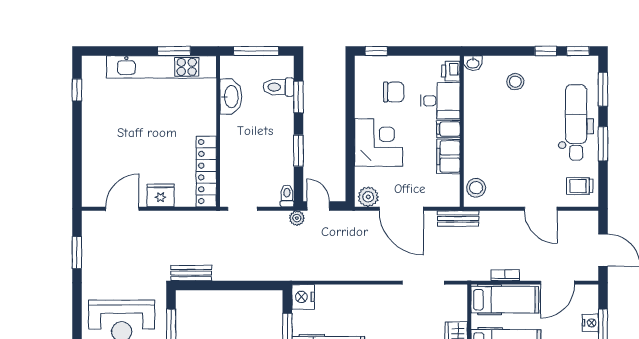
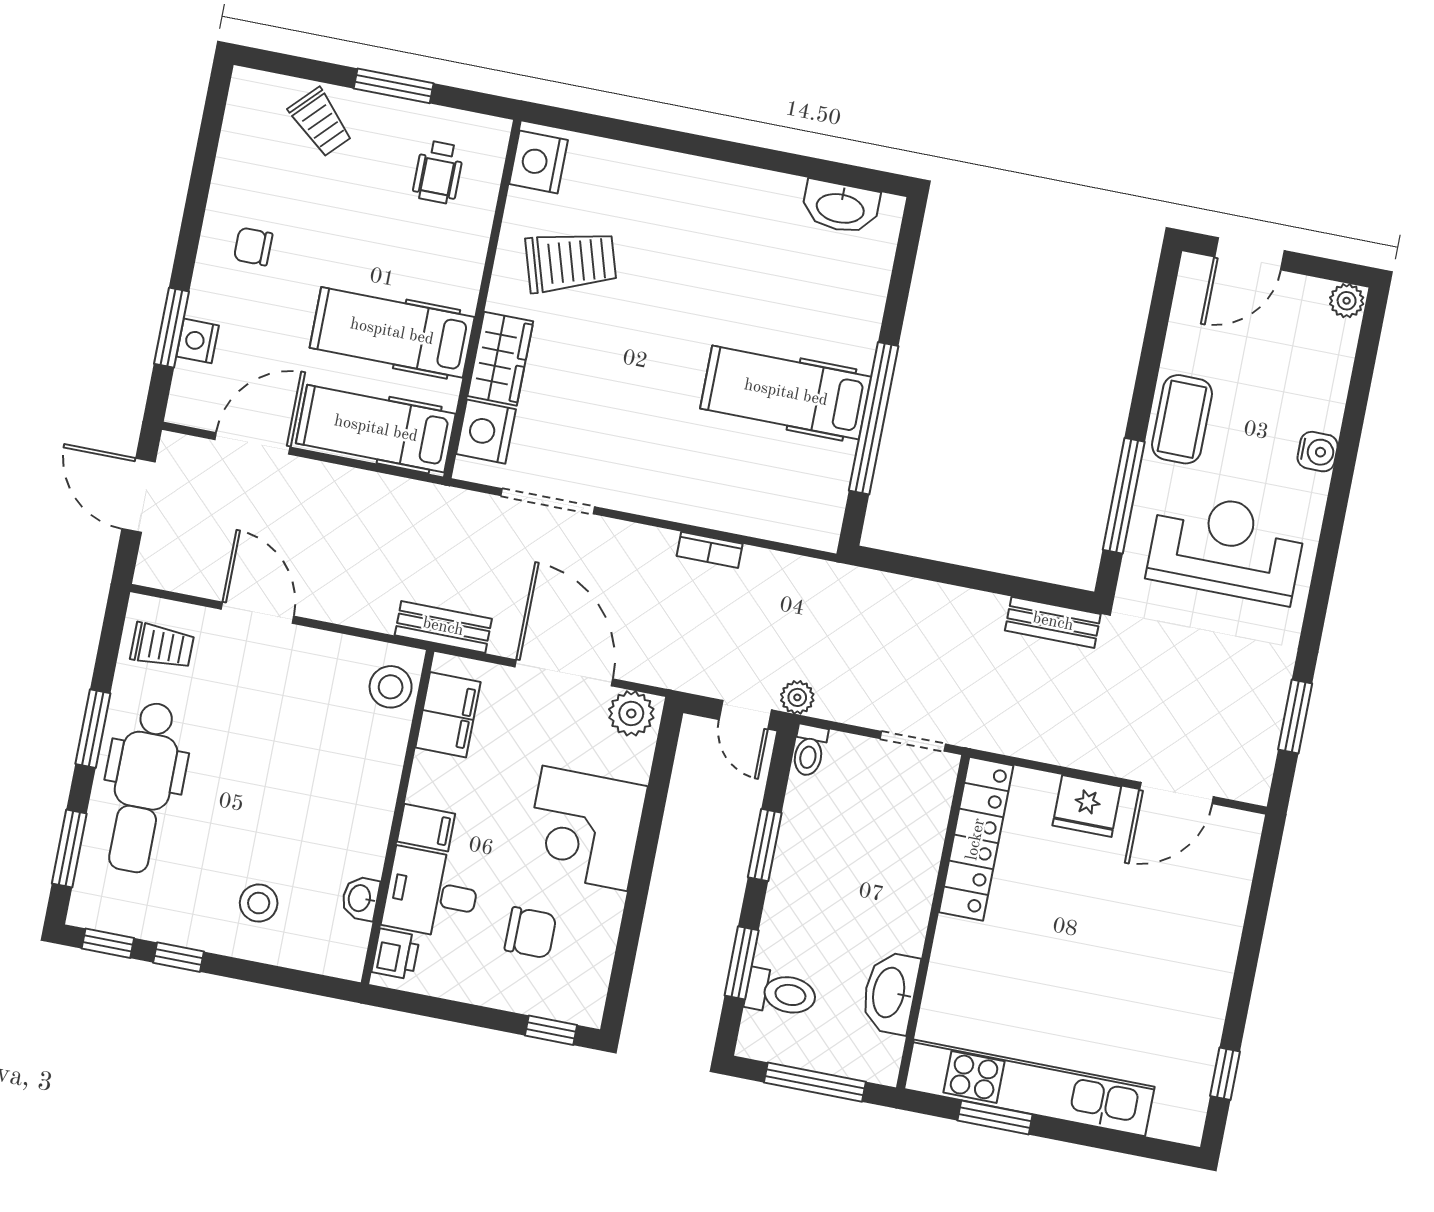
washbasin: (473, 63) -> (360, 898), moved, turned -90
chair: (394, 92) -> (530, 933), turned 180
filing cabinet: (448, 157) -> (448, 715), moved
bookcase: (505, 275) -> (710, 550), moved
nightstand: (303, 297) -> (486, 432), moved, turned 180

